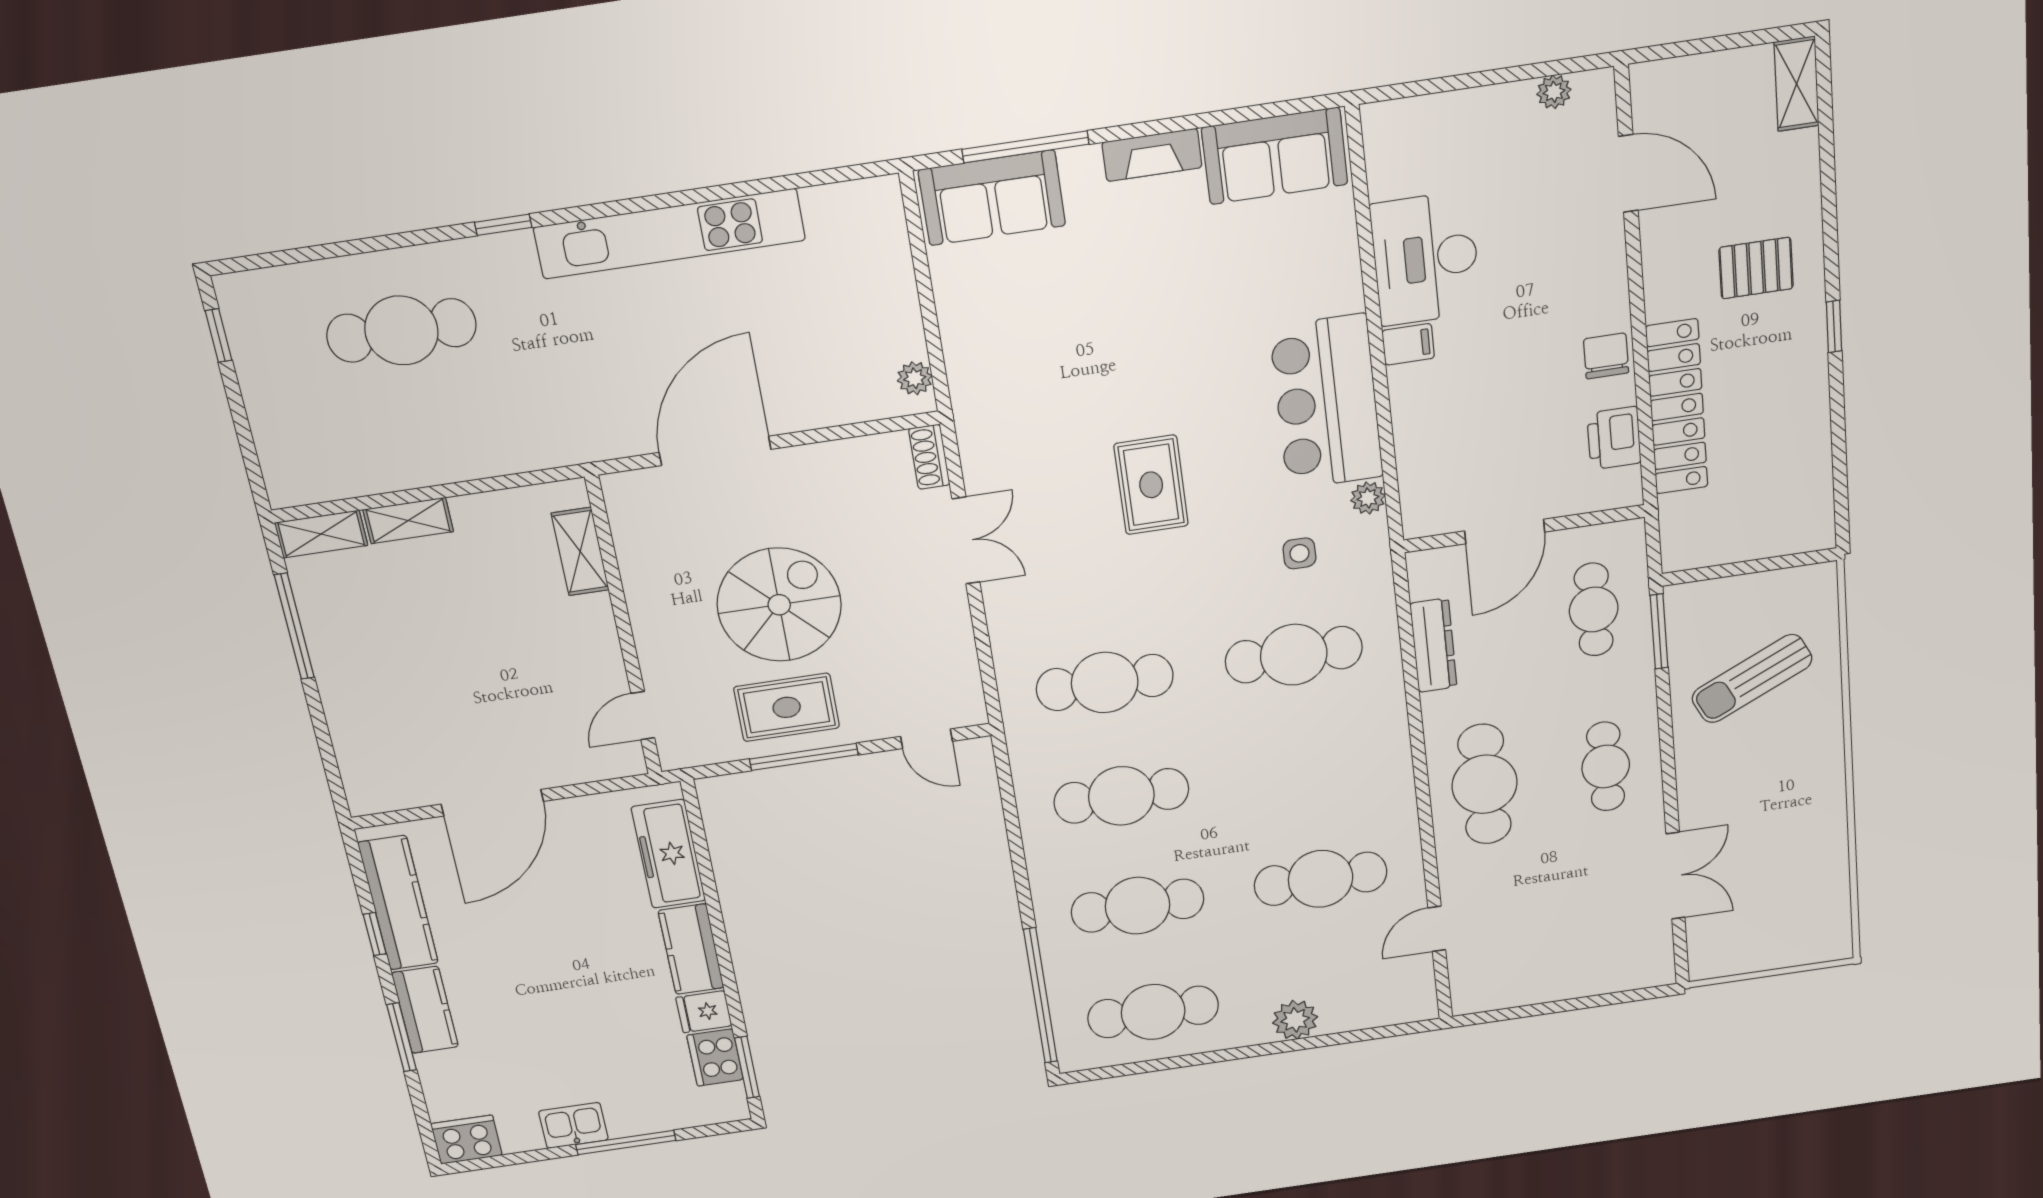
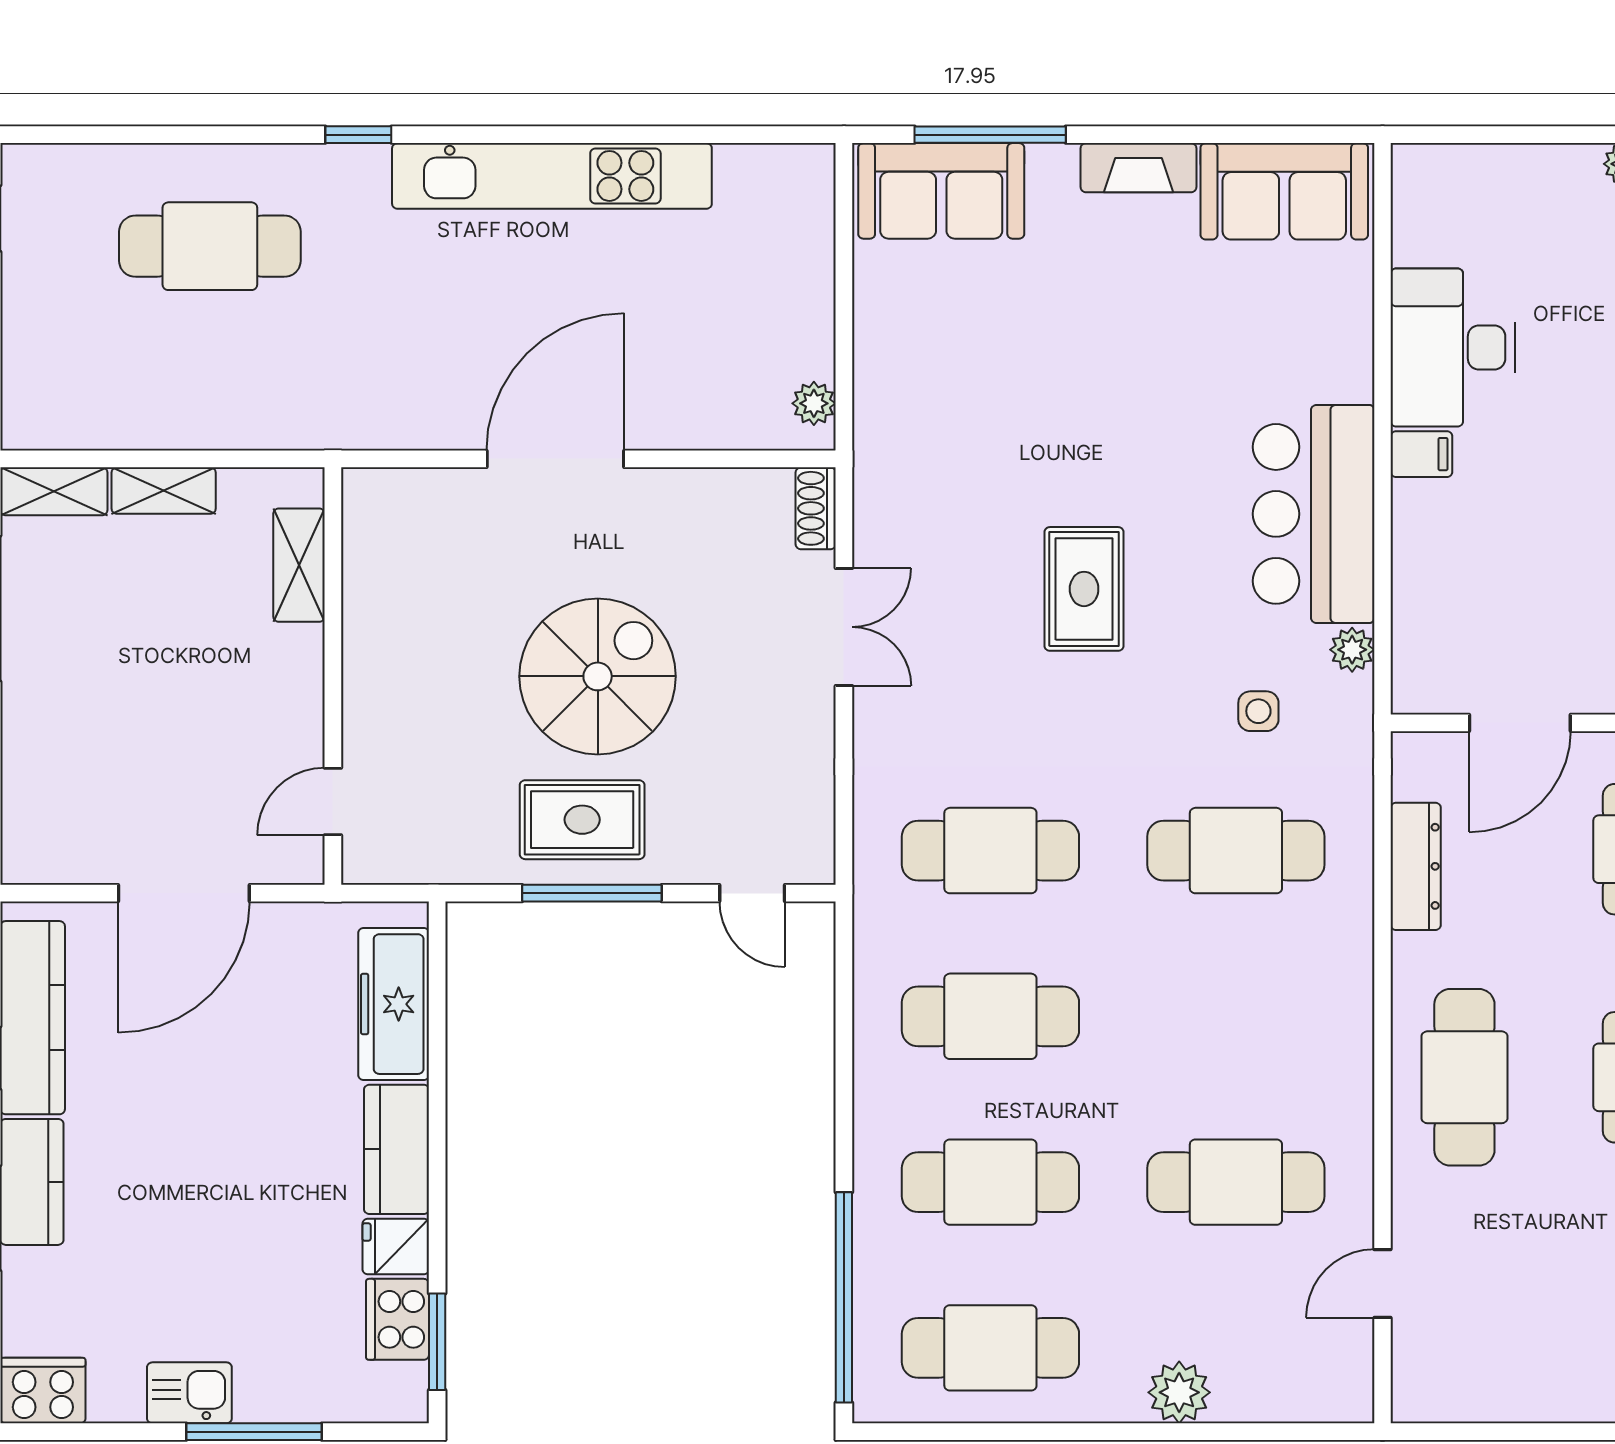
shelving: (580, 552) -> (299, 565), moved
wall: (624, 627) -> (333, 676), moved
door: (643, 716) -> (333, 802), moved

